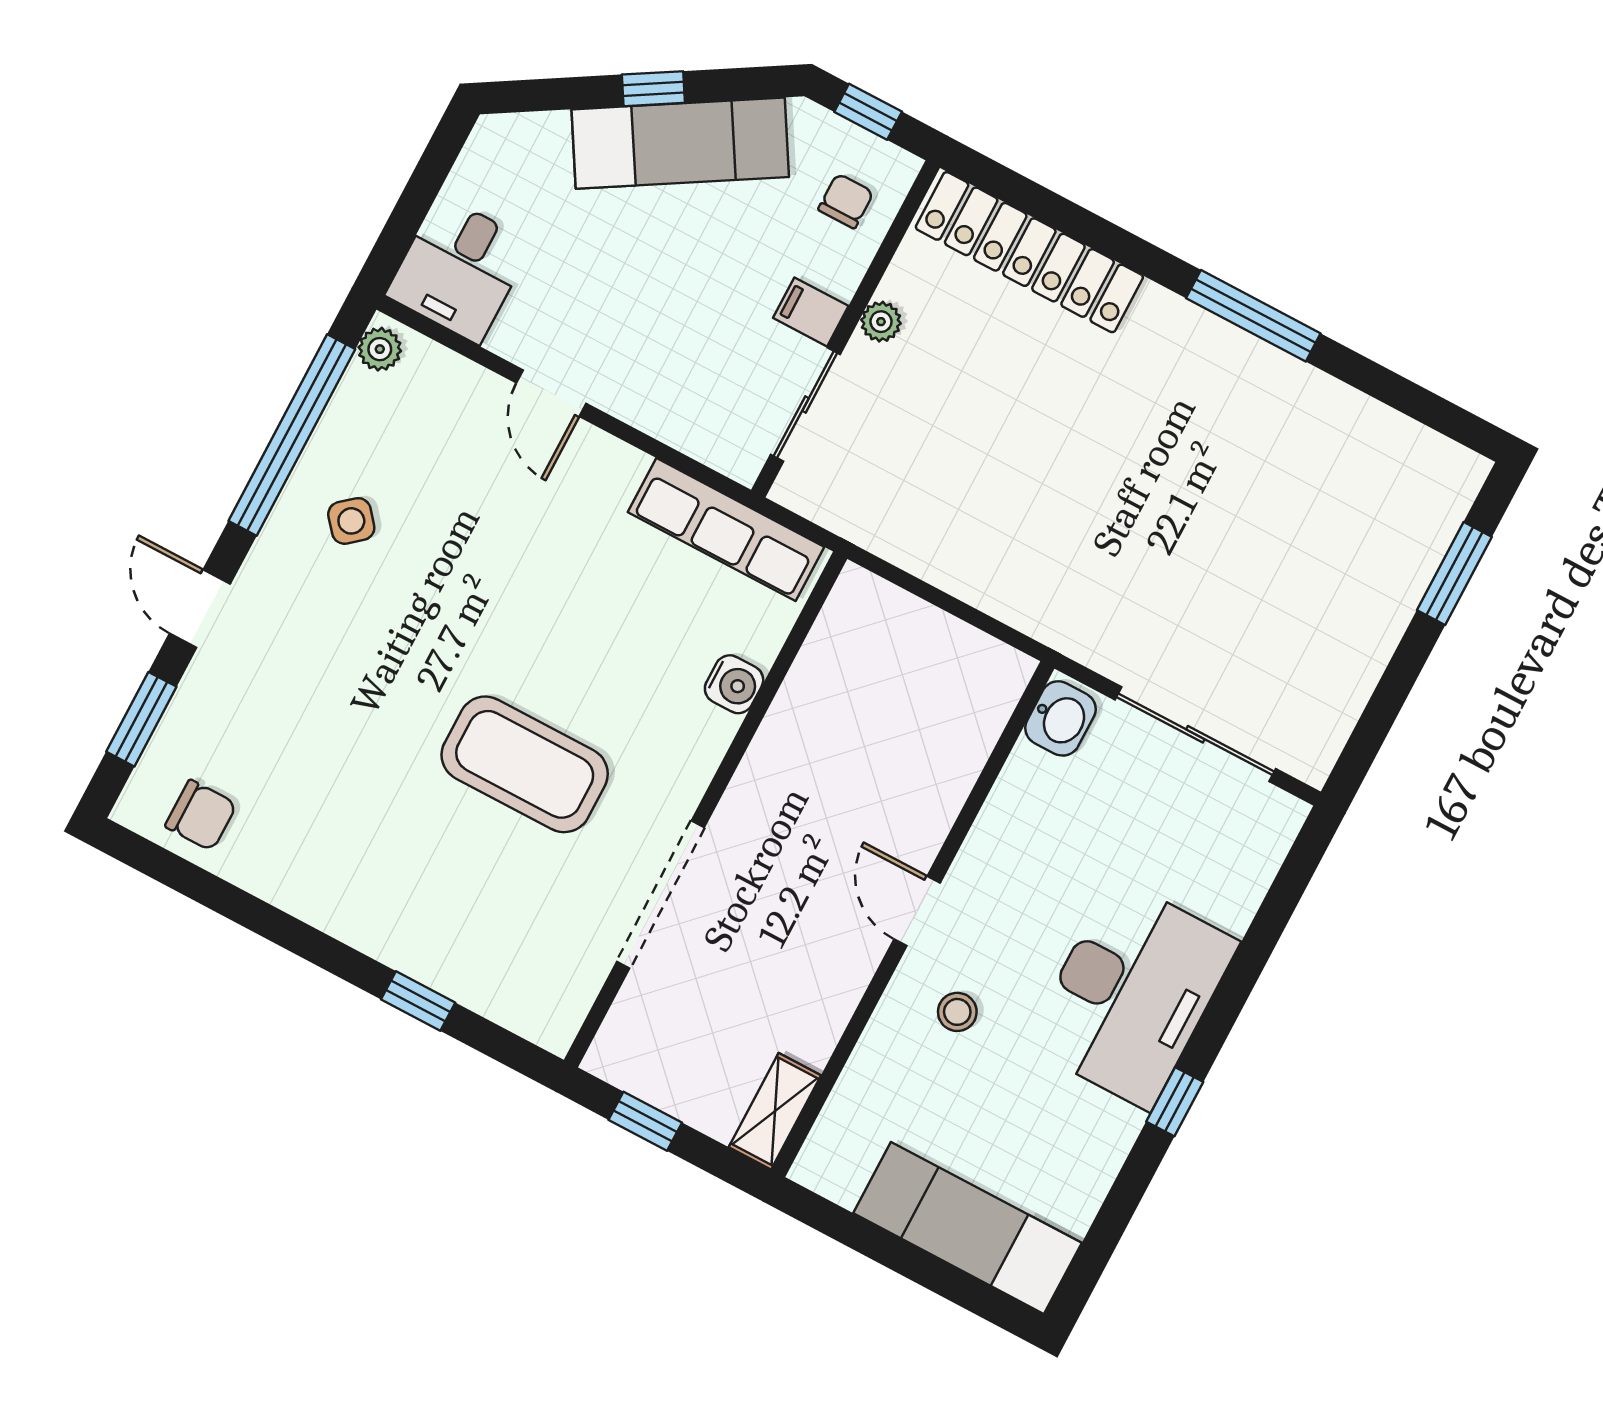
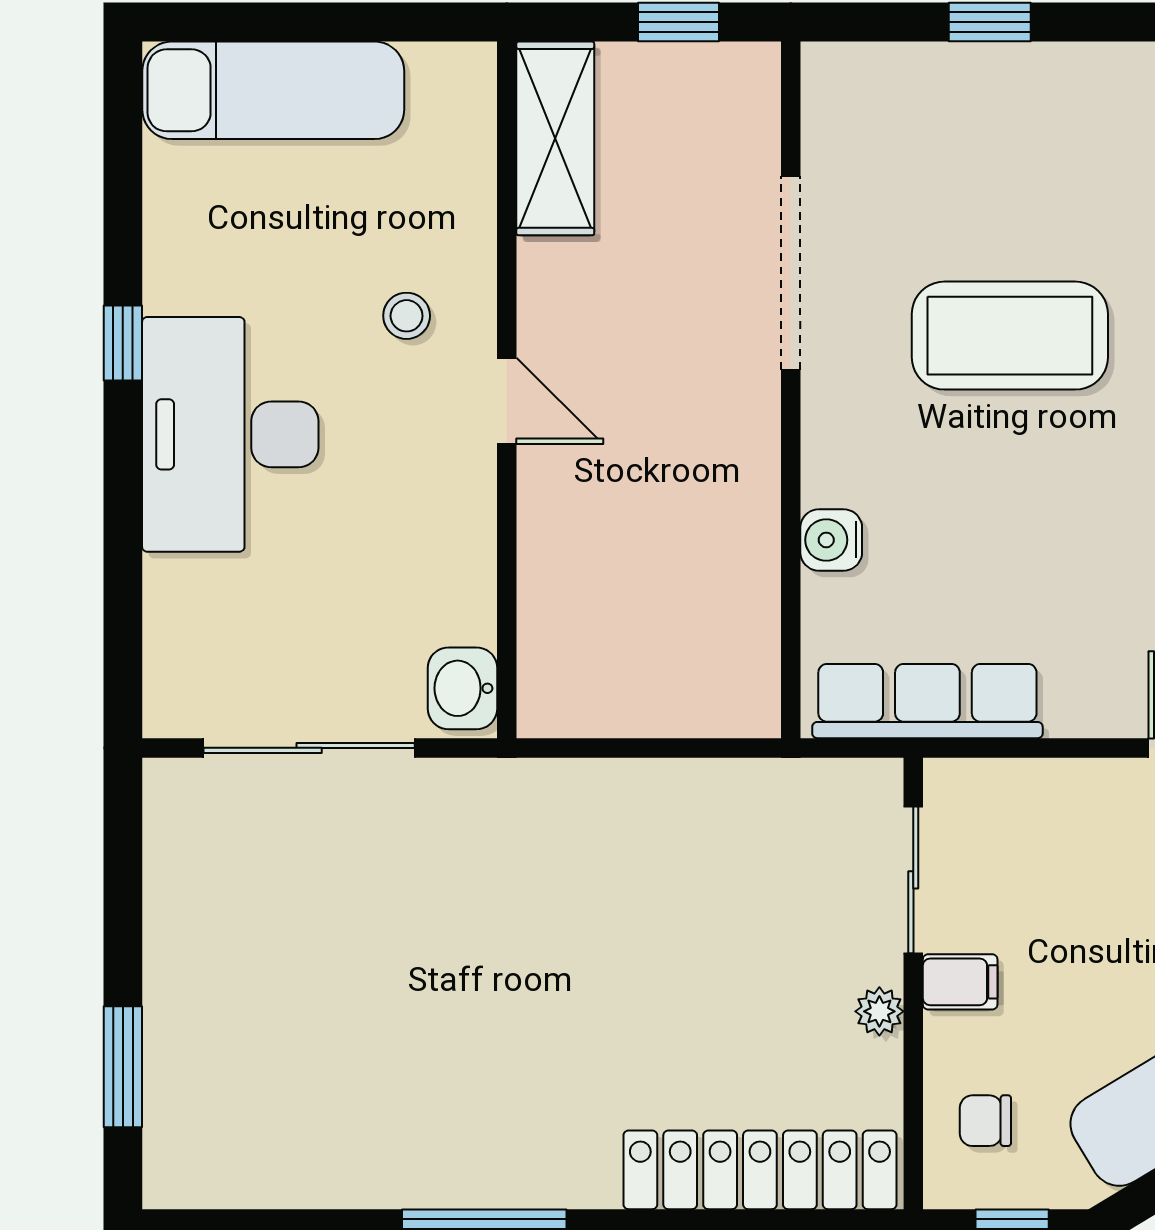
chair: (846, 201) -> (985, 1121), turned 90
shelving: (775, 1111) -> (555, 138), width x1.50, depth x1.33

